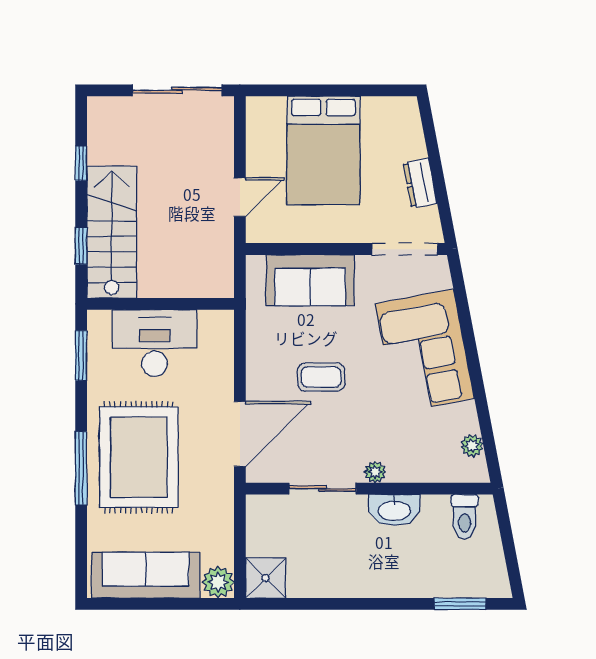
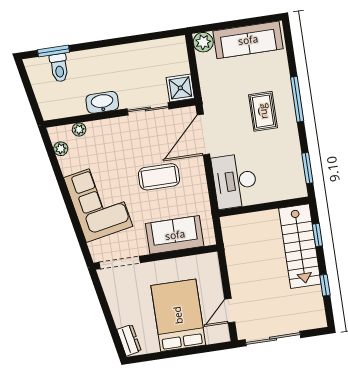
dresser: (420, 183) -> (129, 340), moved
door: (240, 197) -> (230, 311), moved
desk: (155, 343) -> (235, 181), moved, turned 90
coffee table: (321, 377) -> (159, 177), width x1.36, depth x1.30
rug: (139, 457) -> (263, 111), width x0.54, depth x0.49
plant: (375, 472) -> (79, 130), moved
toilet: (465, 517) -> (59, 68), moved, turned 180
shower: (266, 578) -> (180, 88), moved

